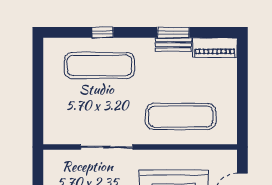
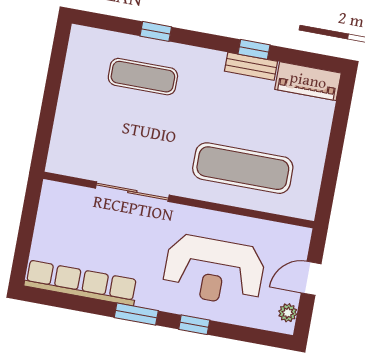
window: (173, 32) -> (254, 49), width x0.67
exercise mat: (99, 66) -> (143, 77), width x0.73, depth x0.69

